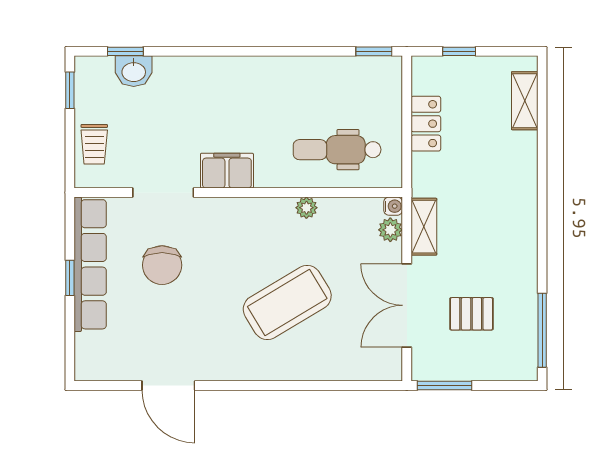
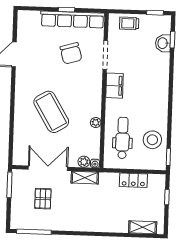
stool: (339, 87) -> (152, 140), added
chair: (162, 265) -> (71, 53), turned -106

